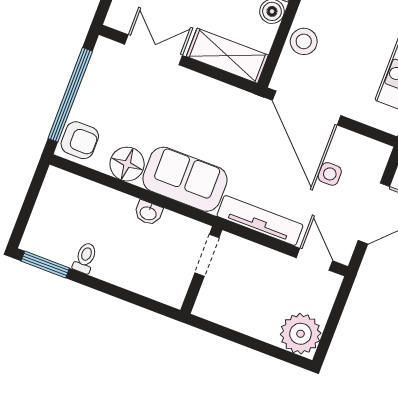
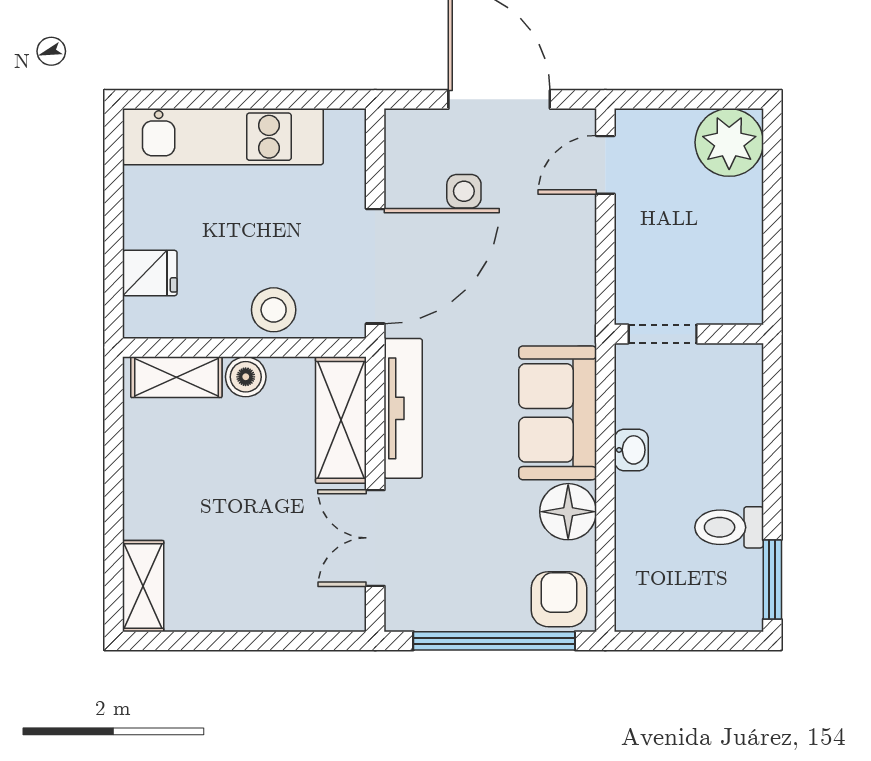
tv unit: (260, 220) -> (403, 408), moved, turned 180
toilet: (85, 258) -> (729, 527), width x1.37, depth x1.39

